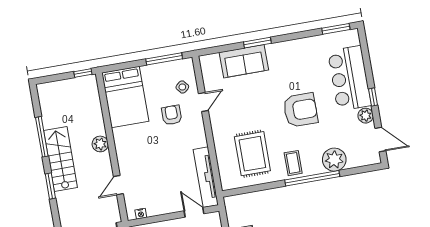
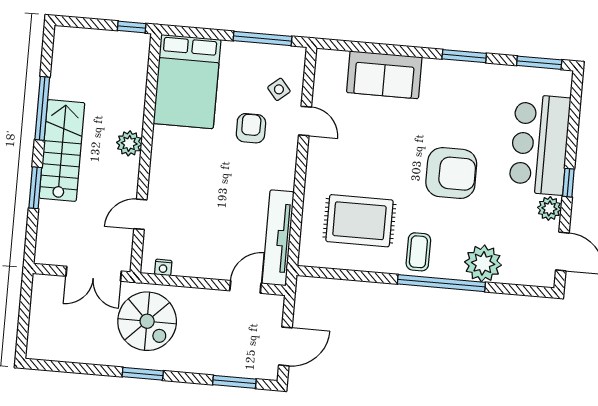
window: (257, 43) -> (464, 56), moved
door: (203, 102) -> (305, 121), hinge flipped
rug: (252, 154) -> (359, 221), turned 90
door: (194, 212) -> (245, 287), hinge flipped

